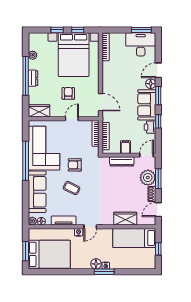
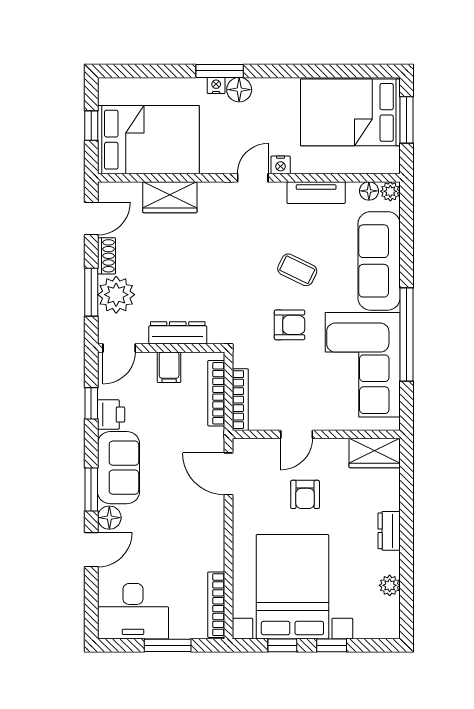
window: (141, 30) -> (168, 645), moved
window: (26, 76) -> (406, 536), removed
window: (158, 121) -> (91, 403), moved
bed: (134, 238) -> (148, 140), width x1.50

